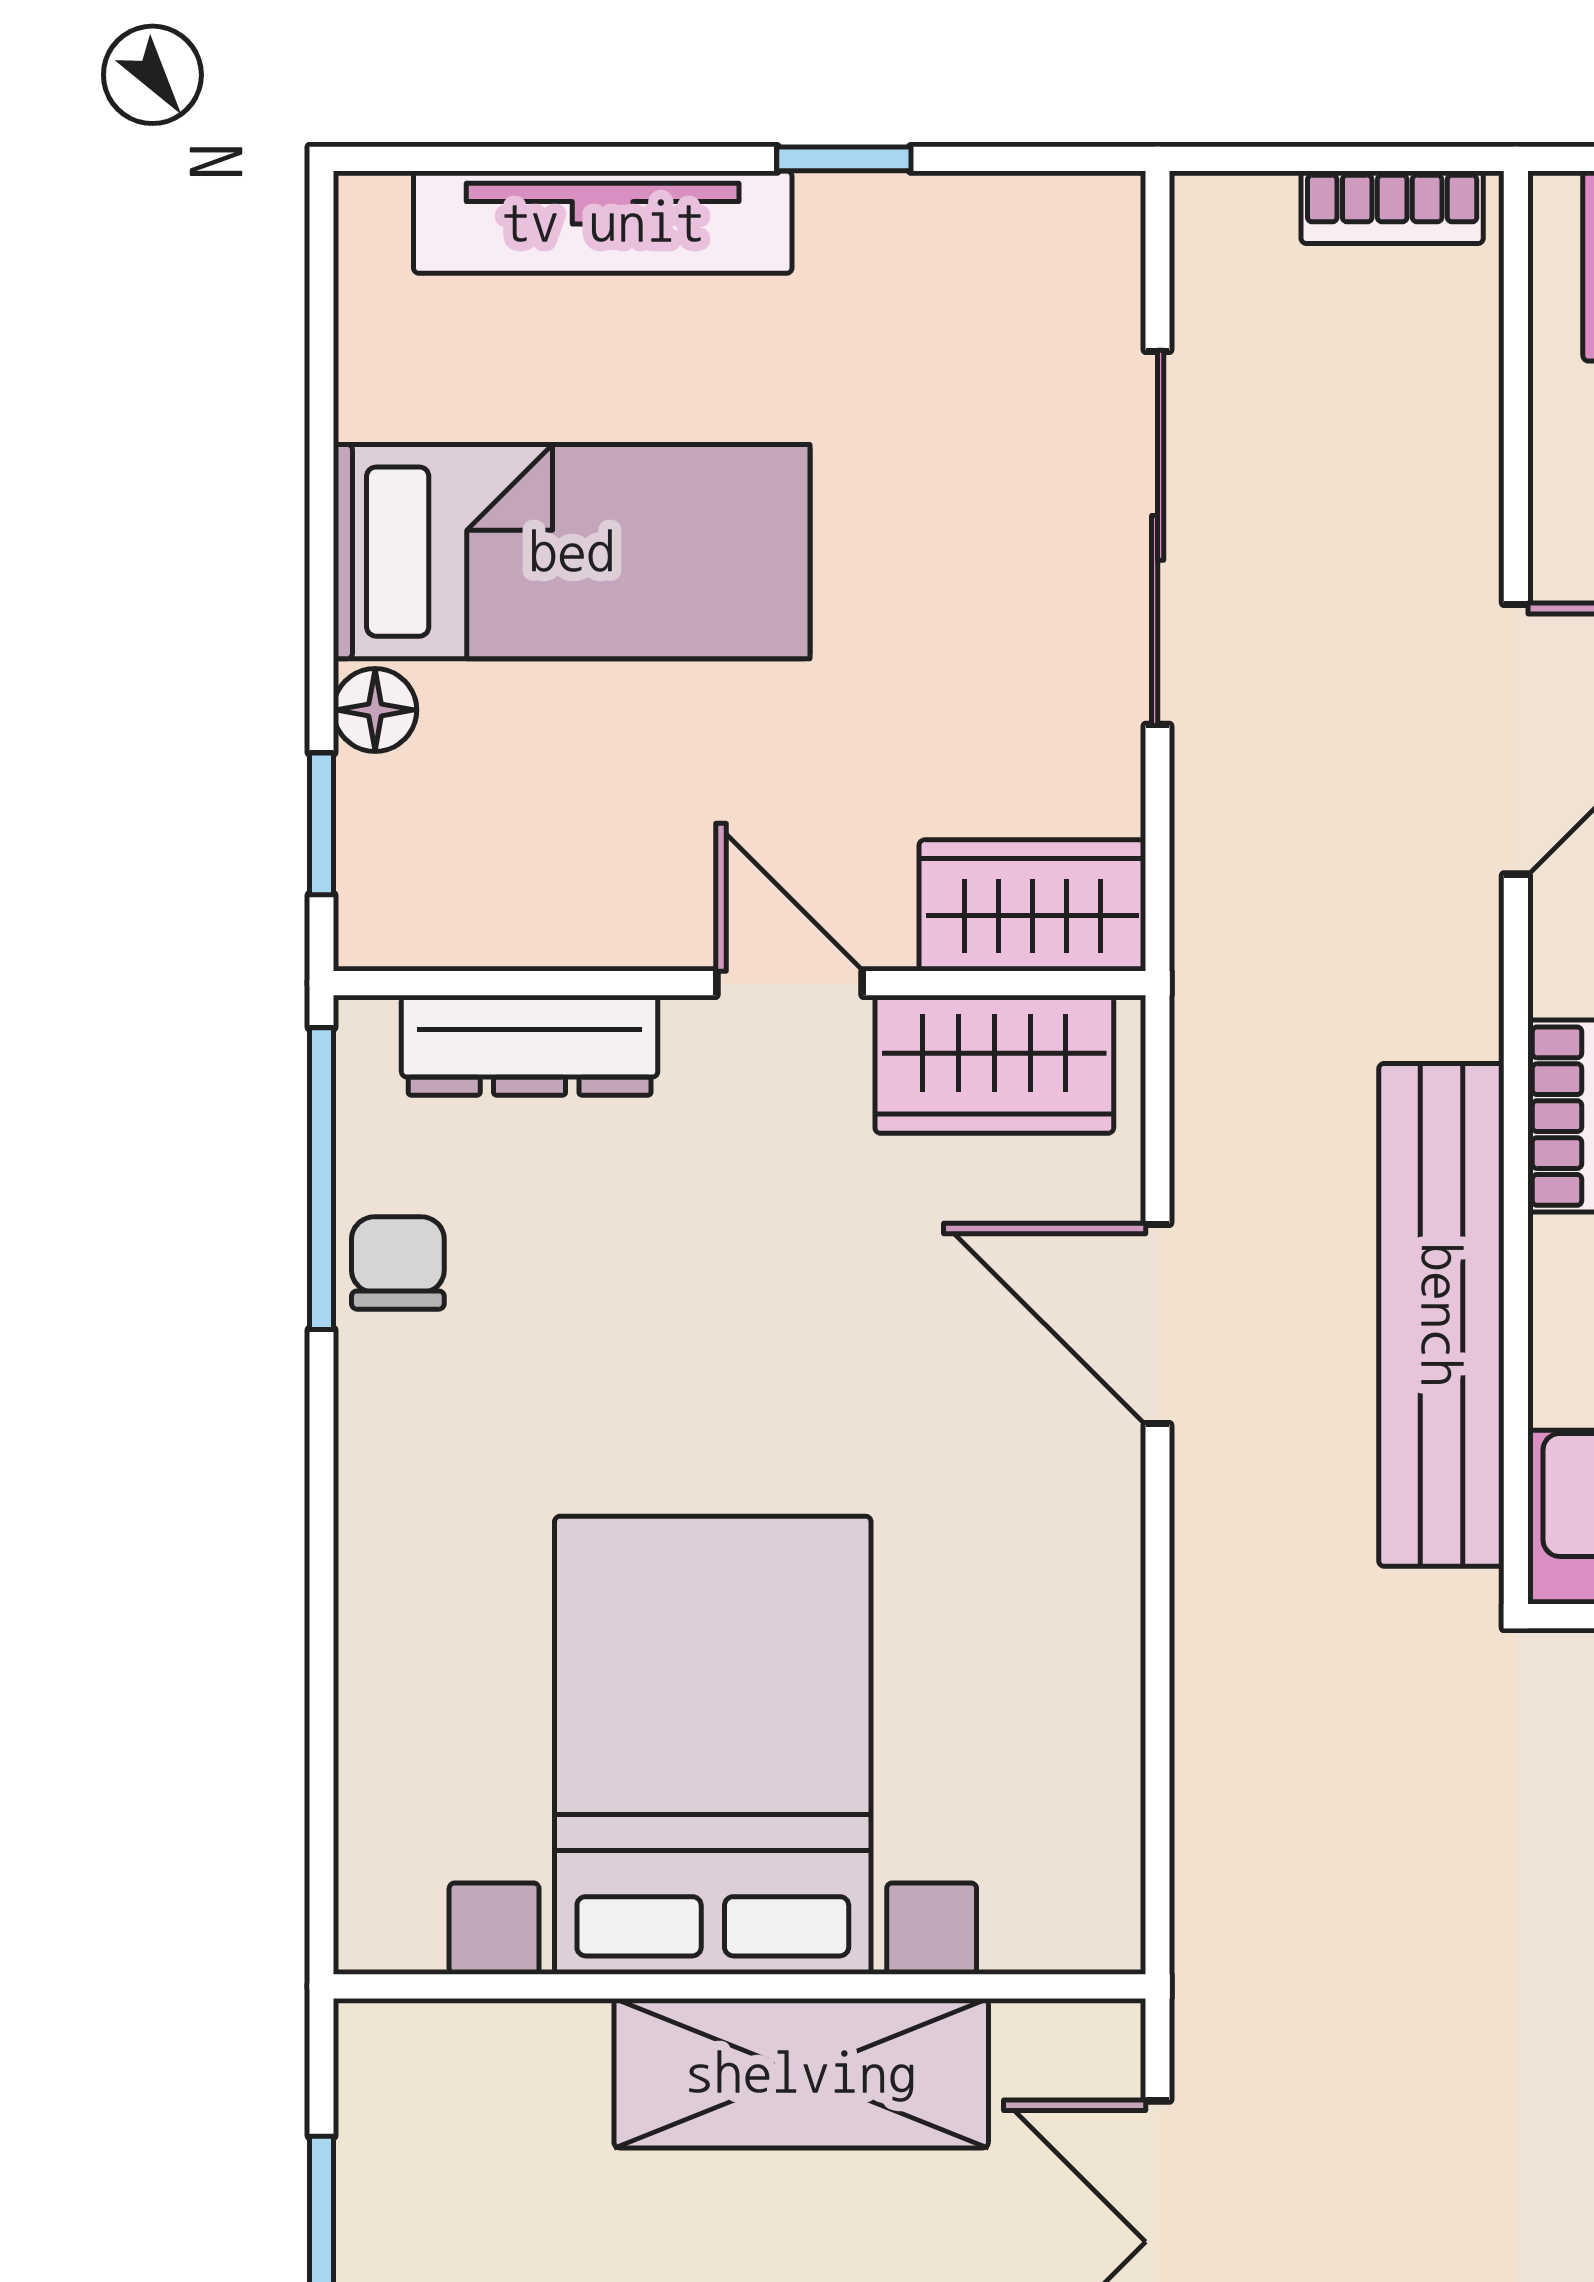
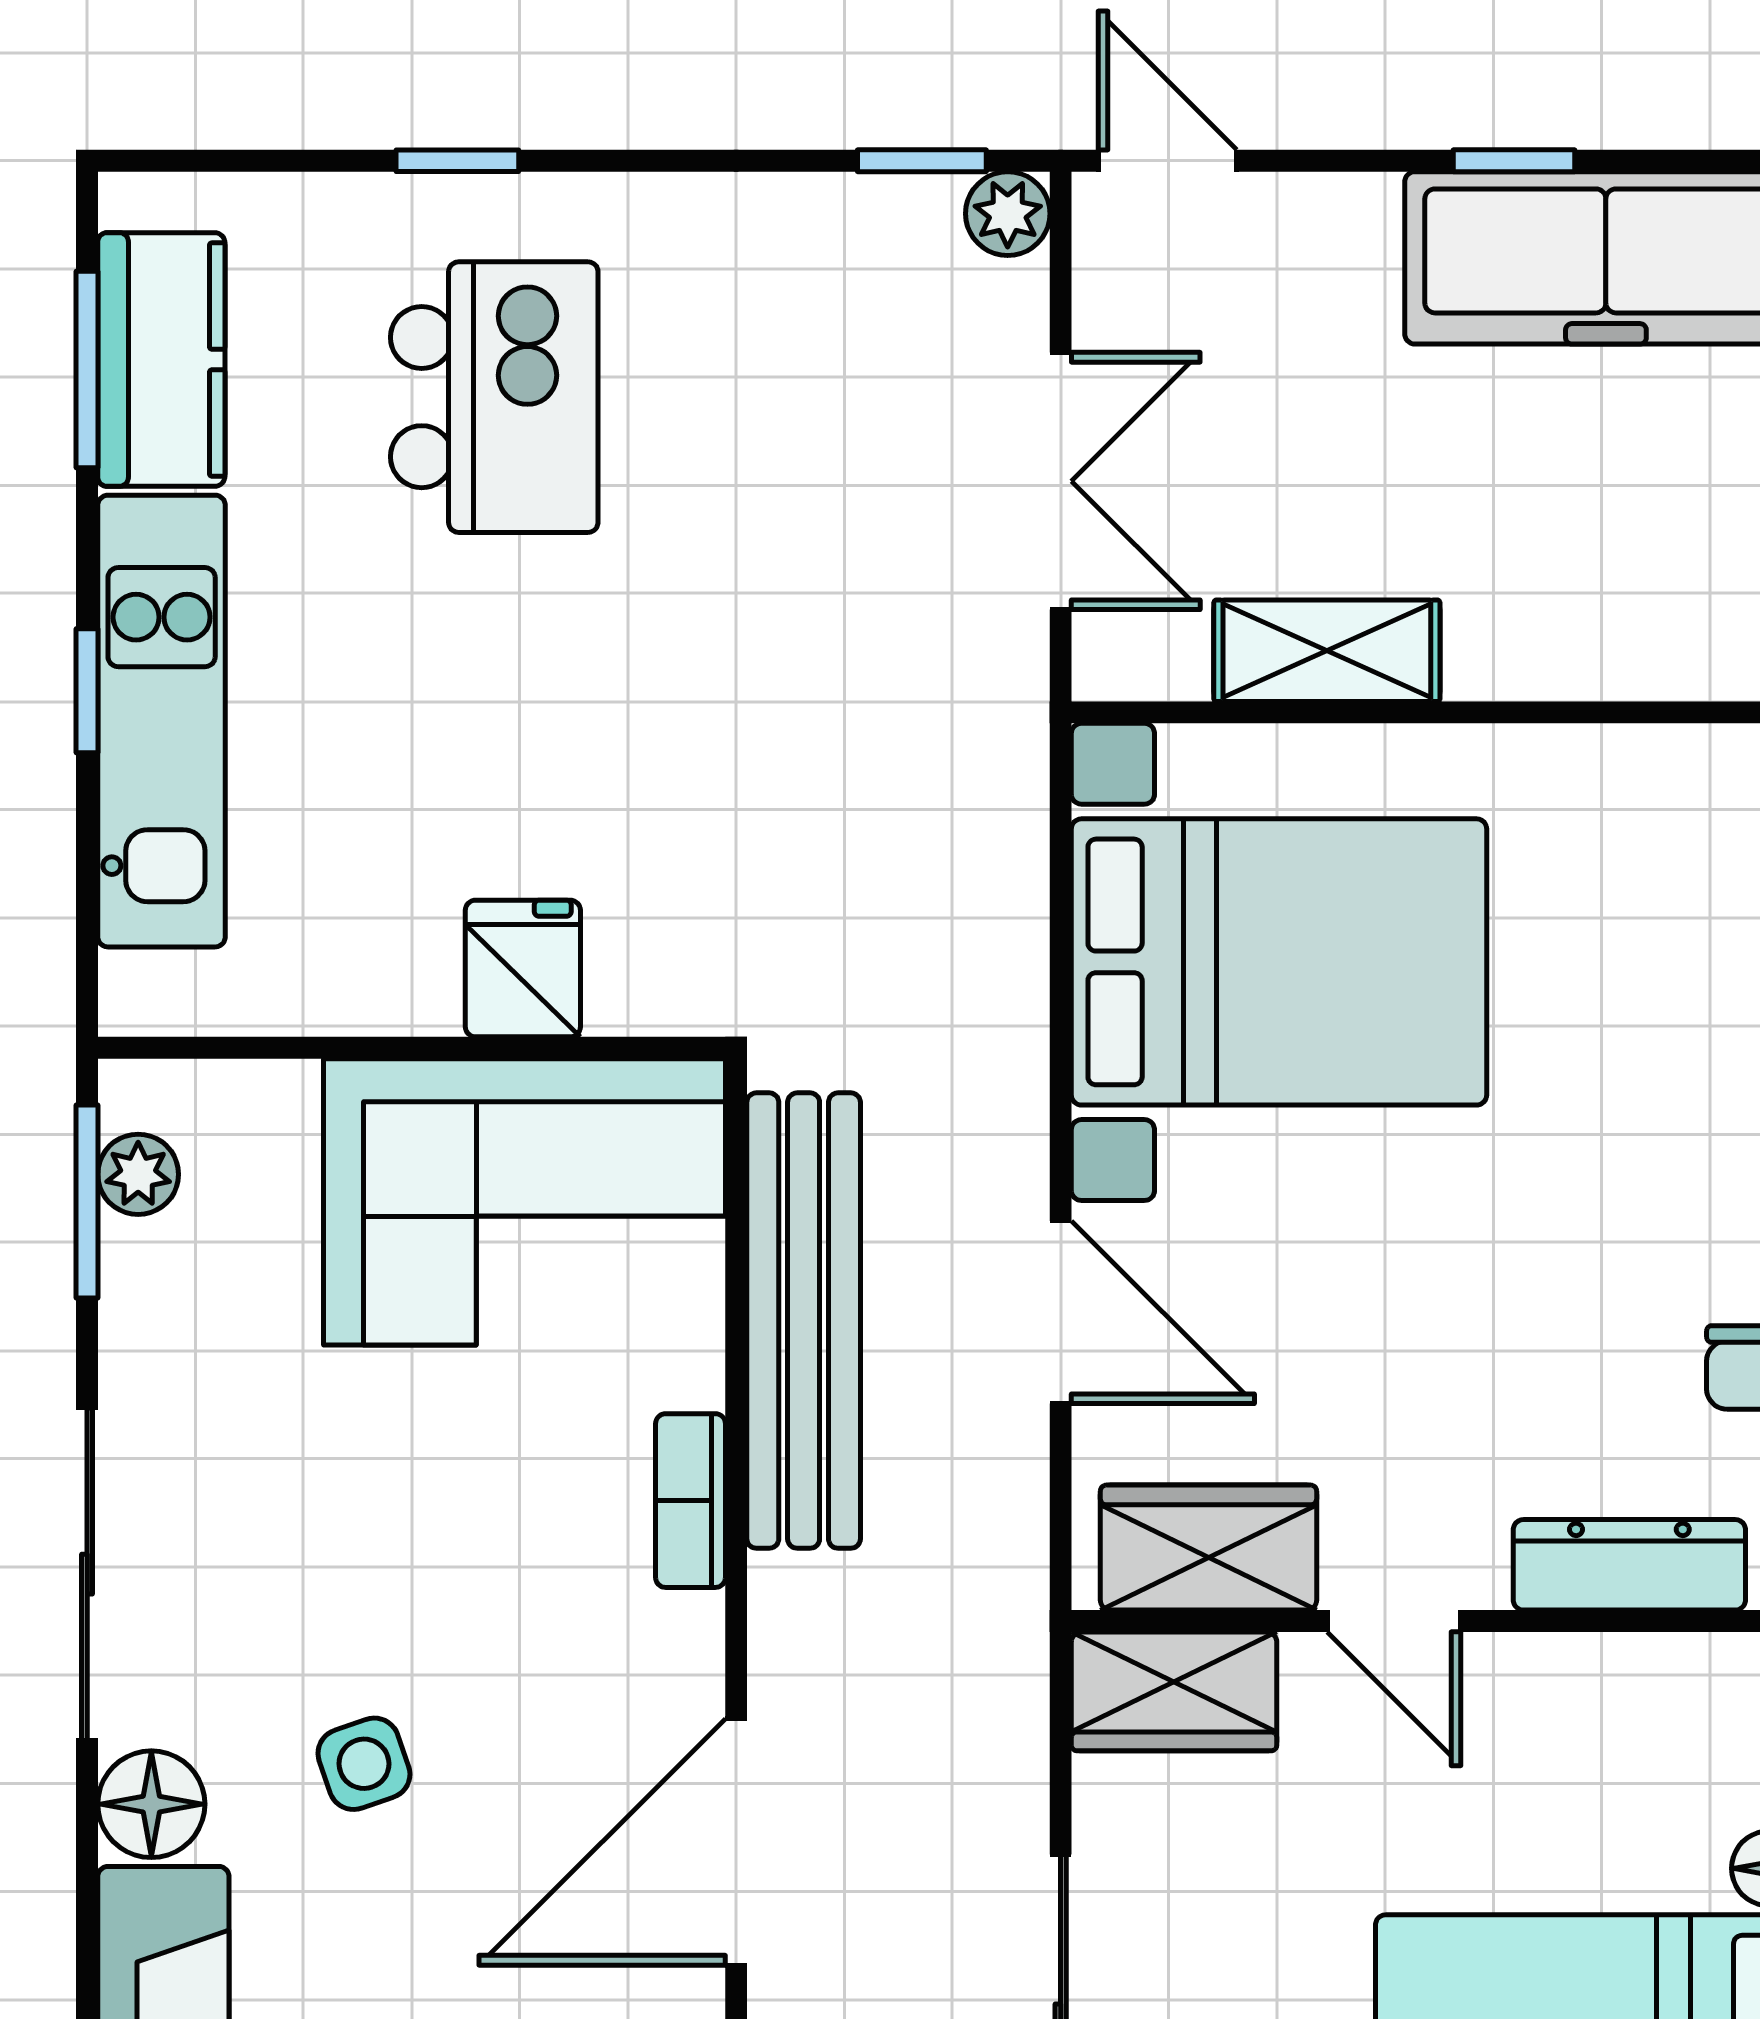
bed with nightstands: (713, 1745) -> (1279, 962), moved, turned -90
shelving: (801, 2073) -> (1327, 651), width x0.67, depth x0.75

